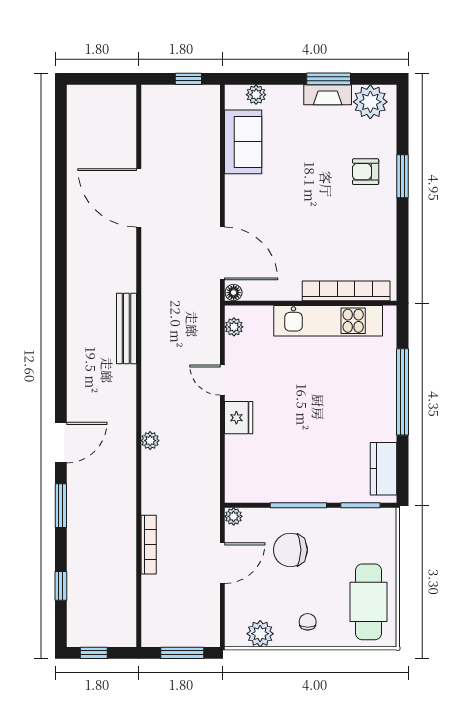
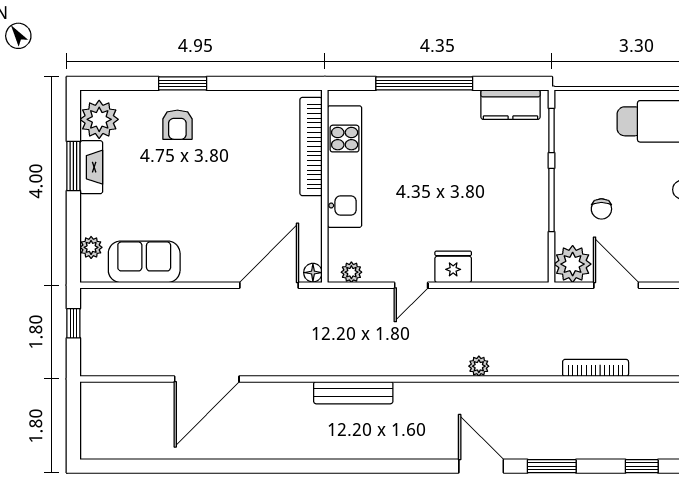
plant: (234, 516) -> (573, 264), width x1.88, depth x1.88
chair: (290, 550) -> (601, 209), width x0.54, depth x0.54

